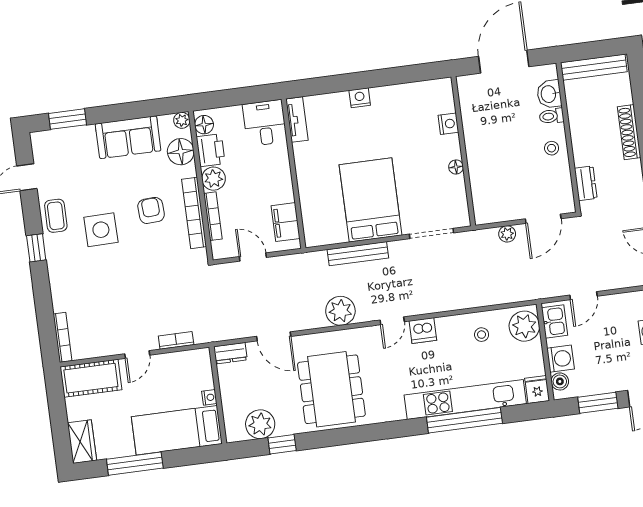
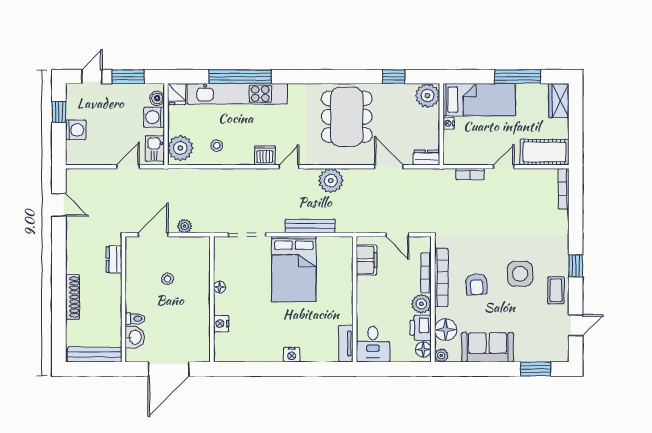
stool: (552, 148) -> (167, 279), moved
plant: (260, 424) -> (427, 96), moved

